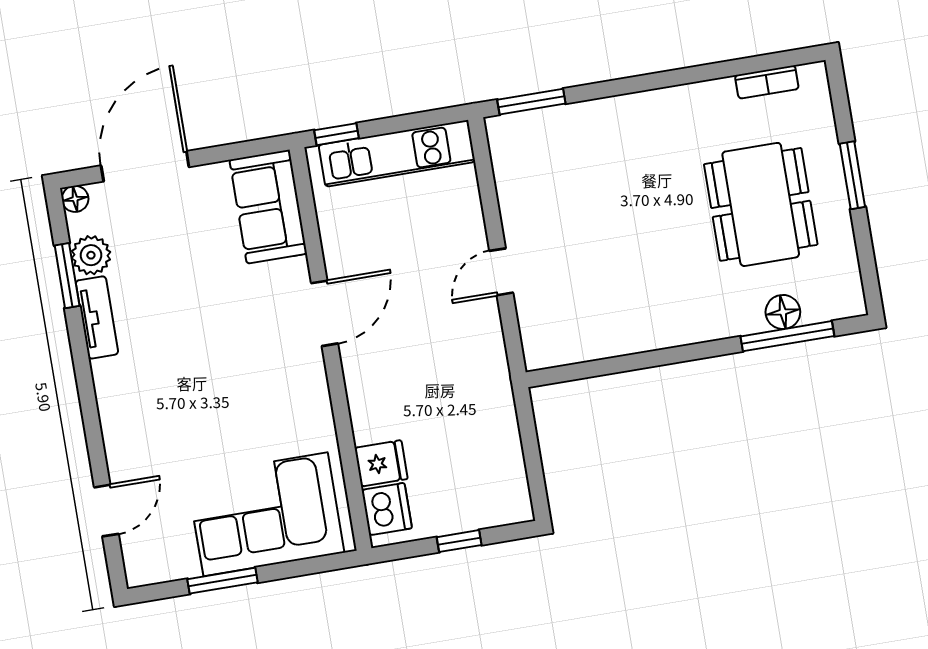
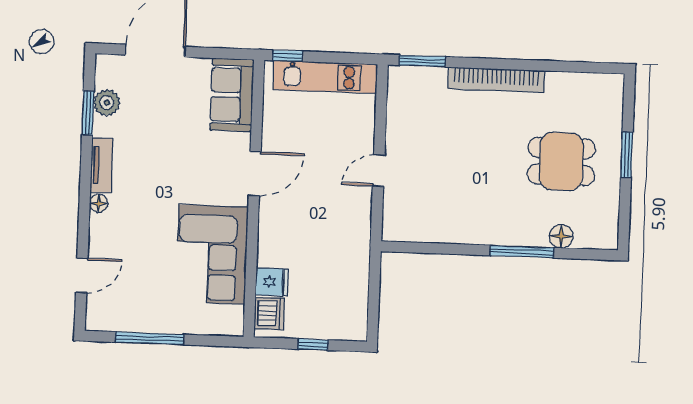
bookcase: (767, 82) -> (496, 80), moved, width x2.31, depth x1.31
floor lamp: (75, 199) -> (99, 203), moved
dining table: (761, 204) -> (561, 161), width x0.73
tv unit: (97, 317) -> (101, 165), moved
window: (787, 336) -> (522, 252), moved
corner sofa: (266, 514) -> (212, 254), moved, turned -90
window: (223, 581) -> (150, 338), width x1.44

